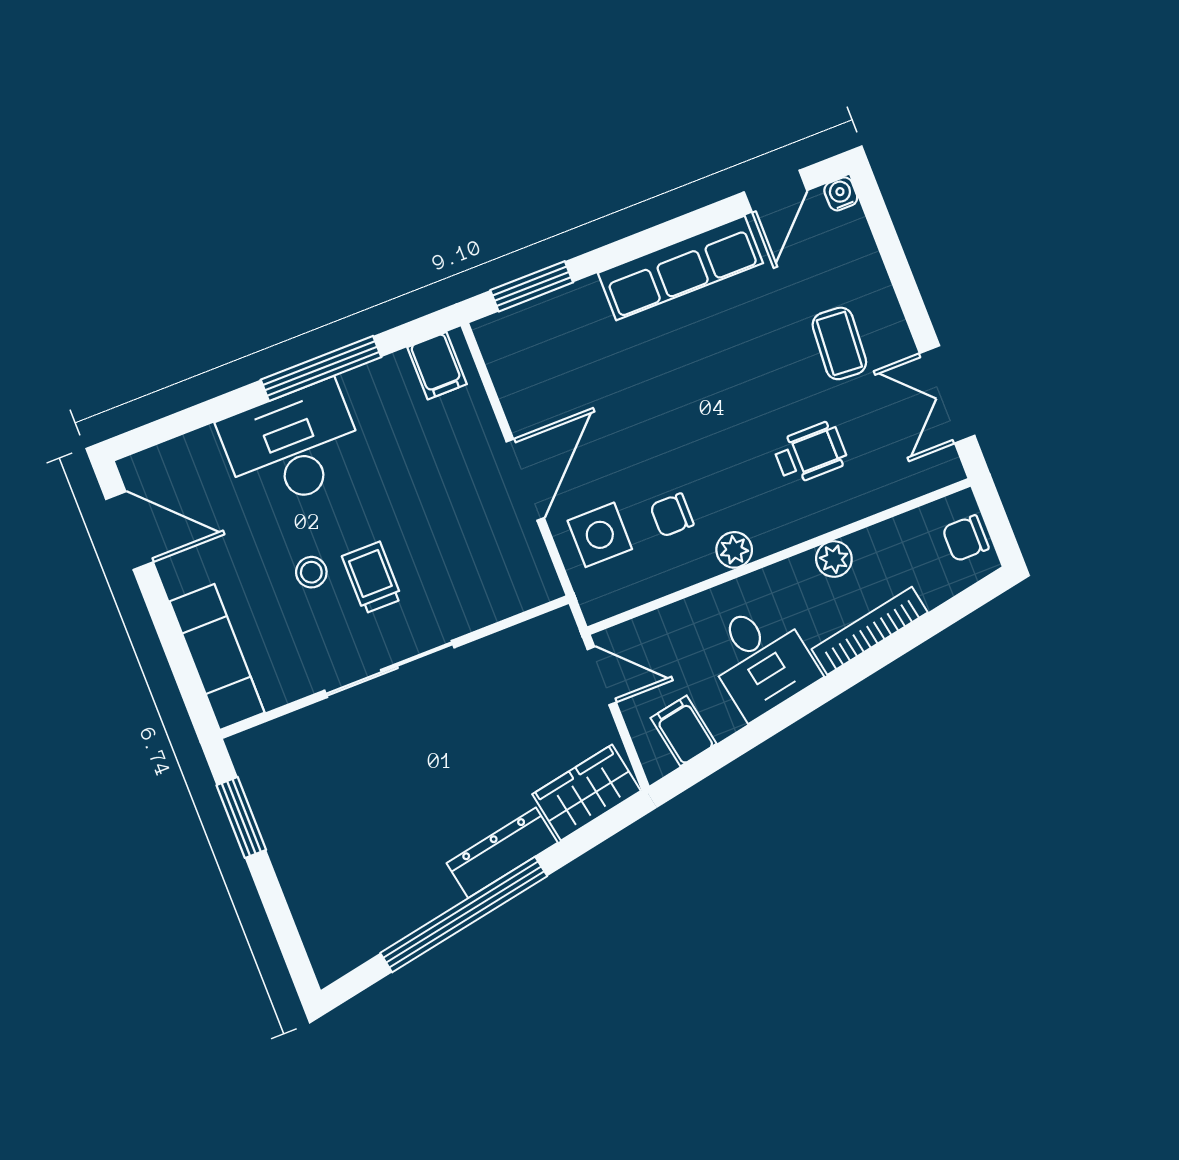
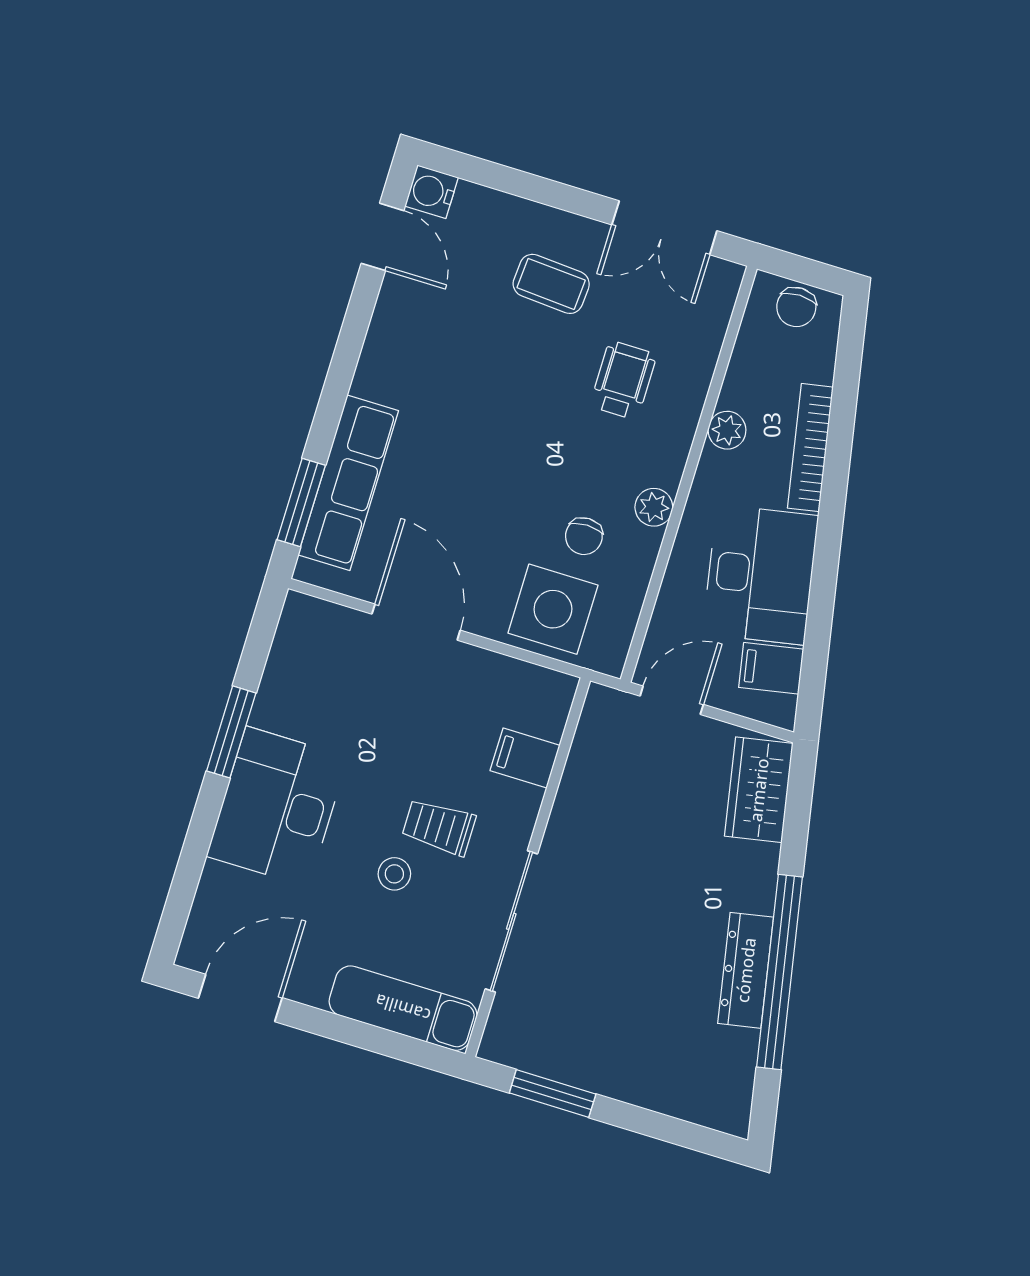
water cooler: (841, 194) -> (432, 192), width x1.38, depth x1.38
row of seats: (680, 268) -> (348, 483), moved
filing cabinet: (437, 366) -> (525, 758), moved, turned 180
window: (321, 368) -> (231, 732), width x0.69
door: (525, 480) -> (416, 622), moved
side table: (600, 535) -> (553, 609), width x1.37, depth x1.37
desk: (761, 659) -> (760, 575), width x1.37
sliding door: (389, 669) -> (511, 921), moved
dresser: (502, 853) -> (746, 970), moved

